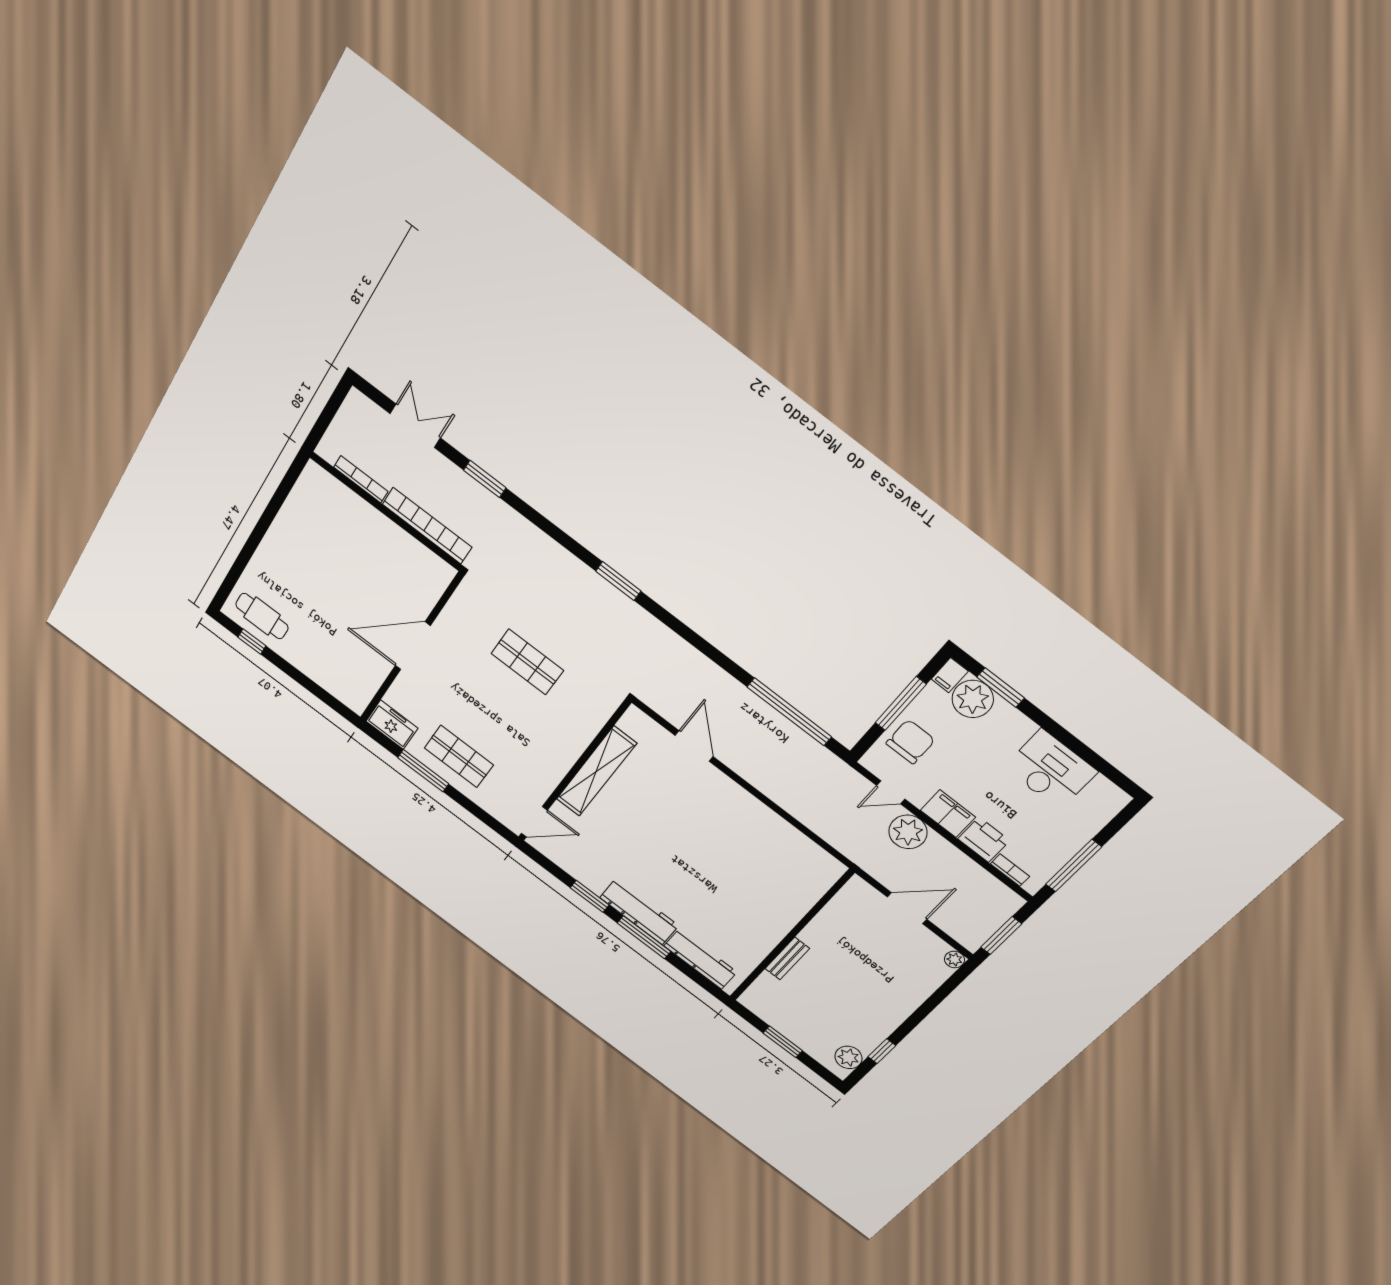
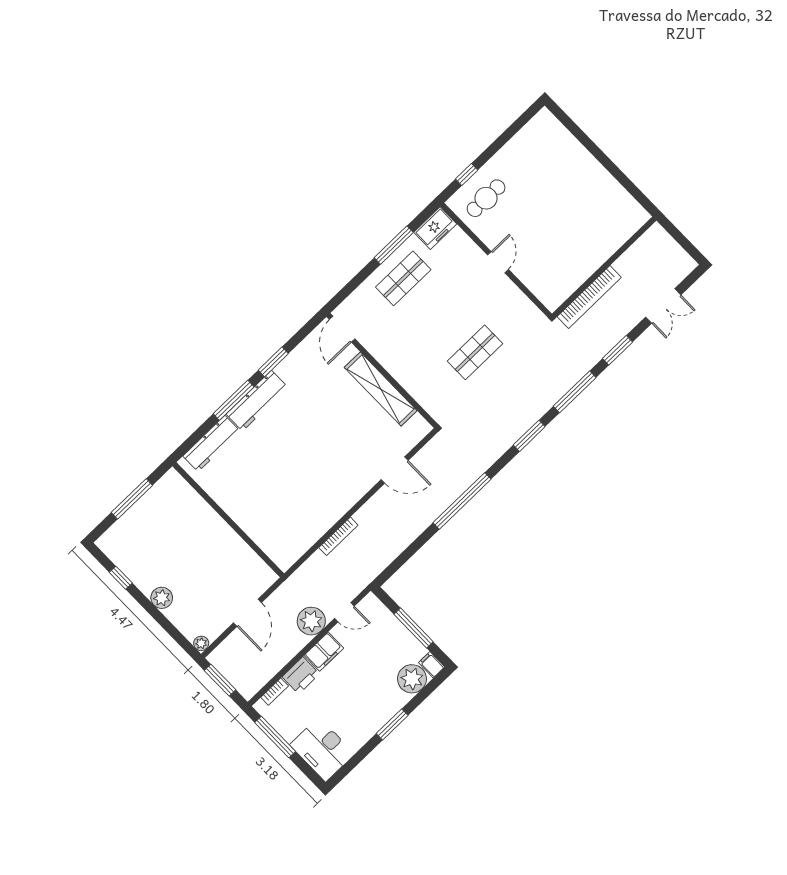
bookcase: (361, 479) -> (338, 536), moved
window: (550, 529) -> (575, 392), added
cafe table: (262, 616) -> (486, 198), moved
window: (252, 642) -> (467, 174), moved
door: (413, 646) -> (498, 262), width x0.53
window: (1001, 688) -> (392, 724), moved
window: (789, 712) -> (462, 501), moved
chair: (910, 742) -> (383, 631), removed
desk: (1051, 770) -> (322, 749), moved, turned 90
door: (891, 792) -> (344, 612), swing flipped
bench: (787, 959) -> (208, 514), removed
window: (783, 1042) -> (132, 499), width x1.44
plant: (848, 1057) -> (162, 598), moved

